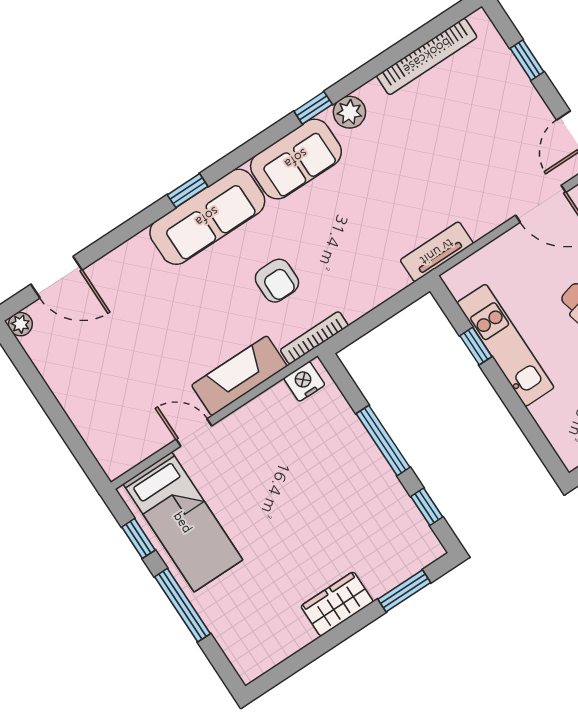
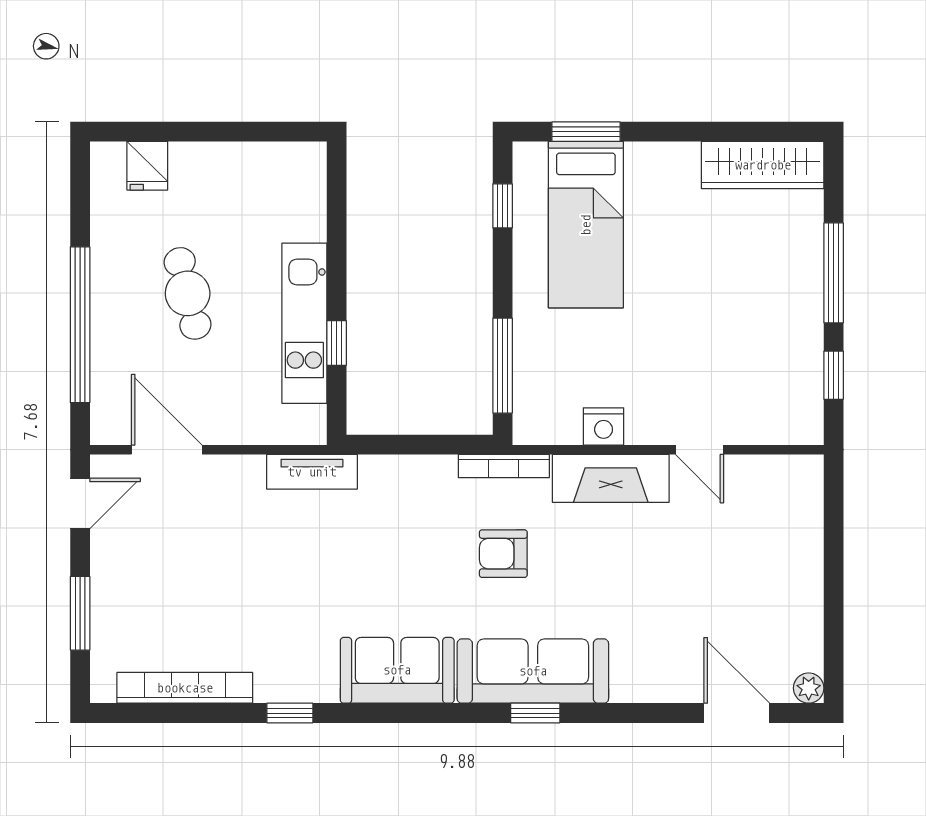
window: (527, 60) -> (80, 613), width x1.50
window: (313, 108) -> (290, 713), moved
plant: (349, 112) -> (307, 683), removed
armchair: (277, 281) -> (503, 554), turned -90
nightstand: (304, 381) -> (604, 426), moved
window: (383, 440) -> (503, 366), moved
bed: (183, 522) -> (586, 225), moved, turned 180
wardrobe: (337, 604) -> (763, 165), moved, width x1.50

